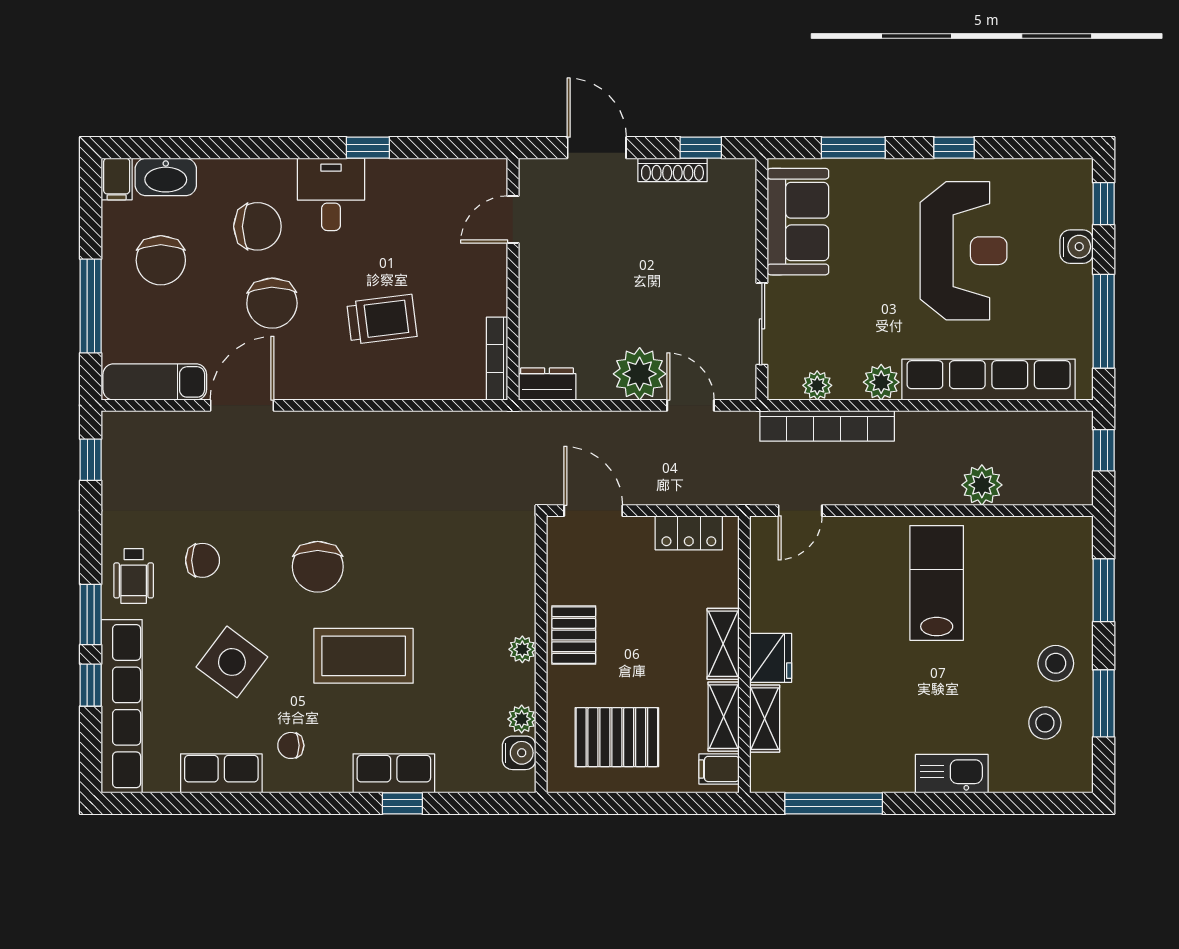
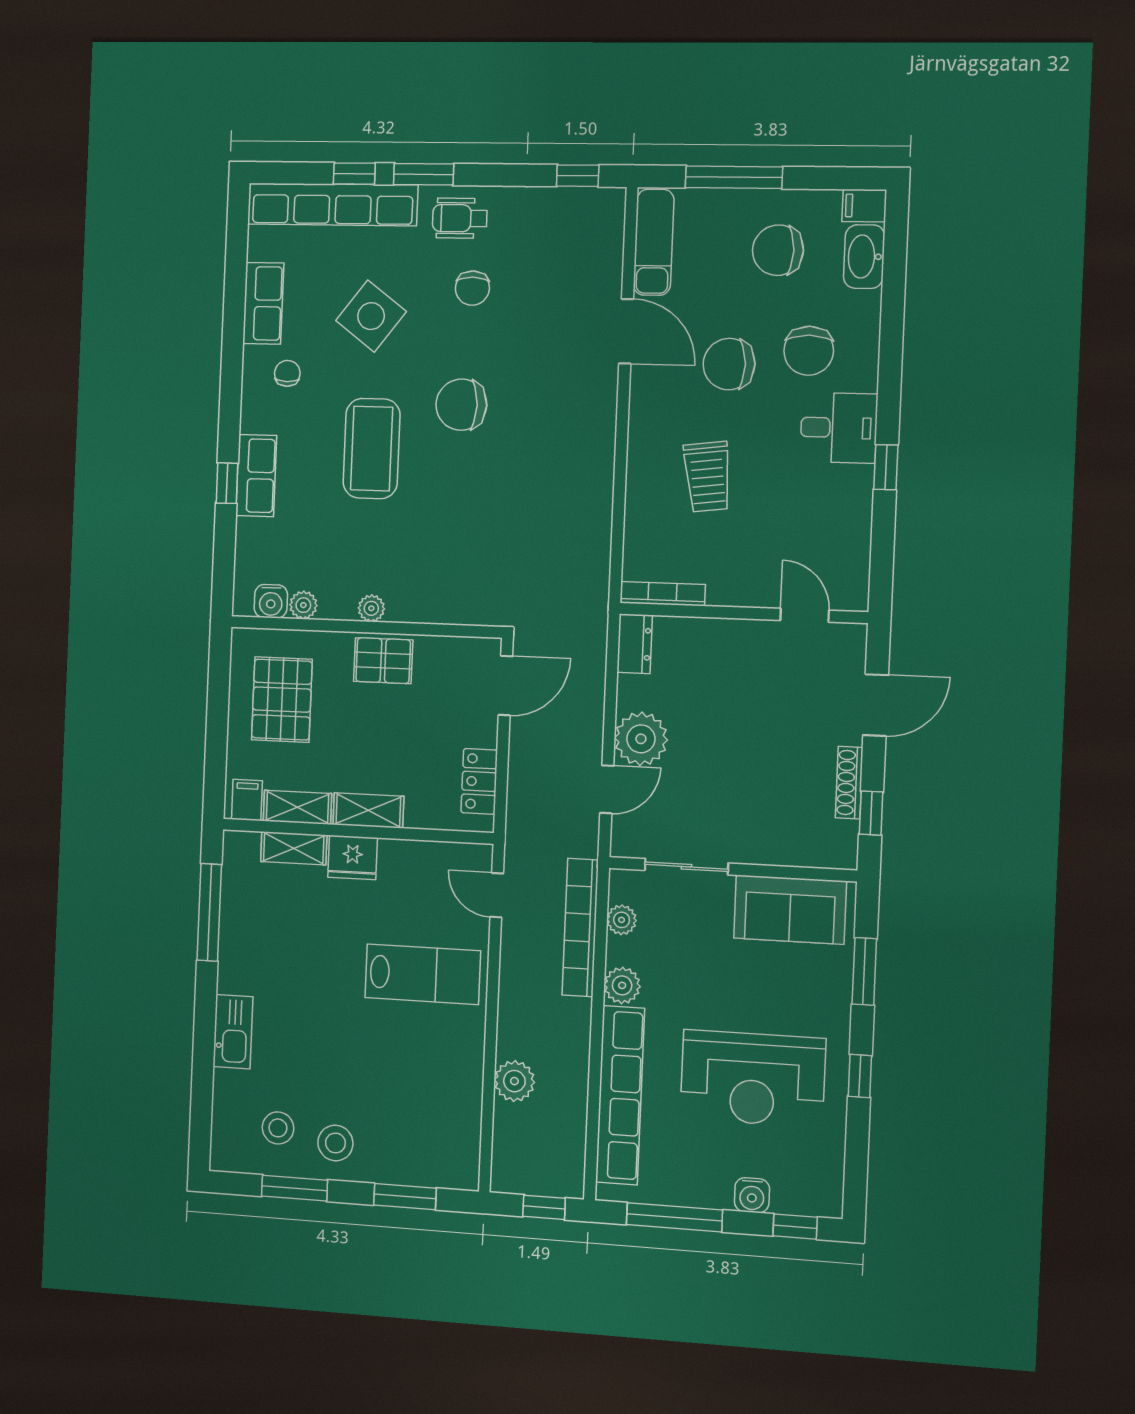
lab bench: (937, 583) -> (423, 974), moved

